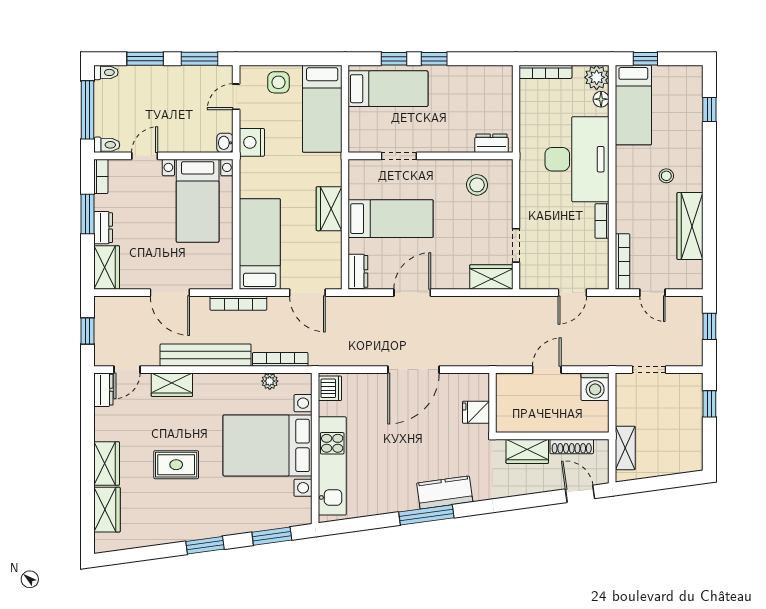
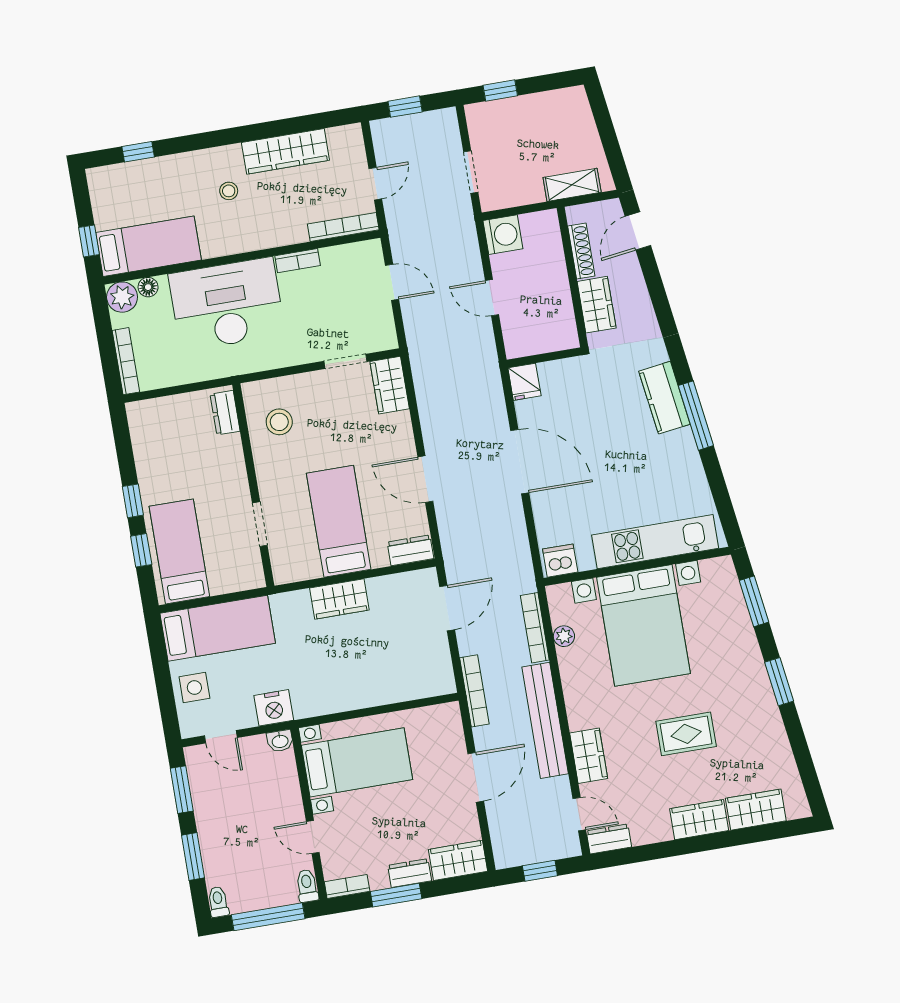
bed: (260, 244) -> (397, 677), removed
fridge: (476, 412) -> (524, 382), moved
rug: (176, 465) -> (686, 734), turned 90

